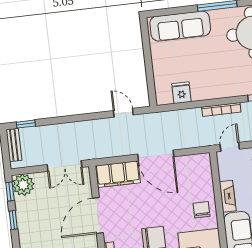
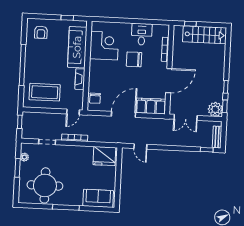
sofa: (180, 26) -> (98, 198), width x0.73
fridge: (181, 93) -> (104, 156), width x1.88, depth x1.34
door: (156, 155) -> (123, 114), hinge flipped
double door: (64, 166) -> (186, 117), swing flipped
chair: (201, 210) -> (95, 98), moved

